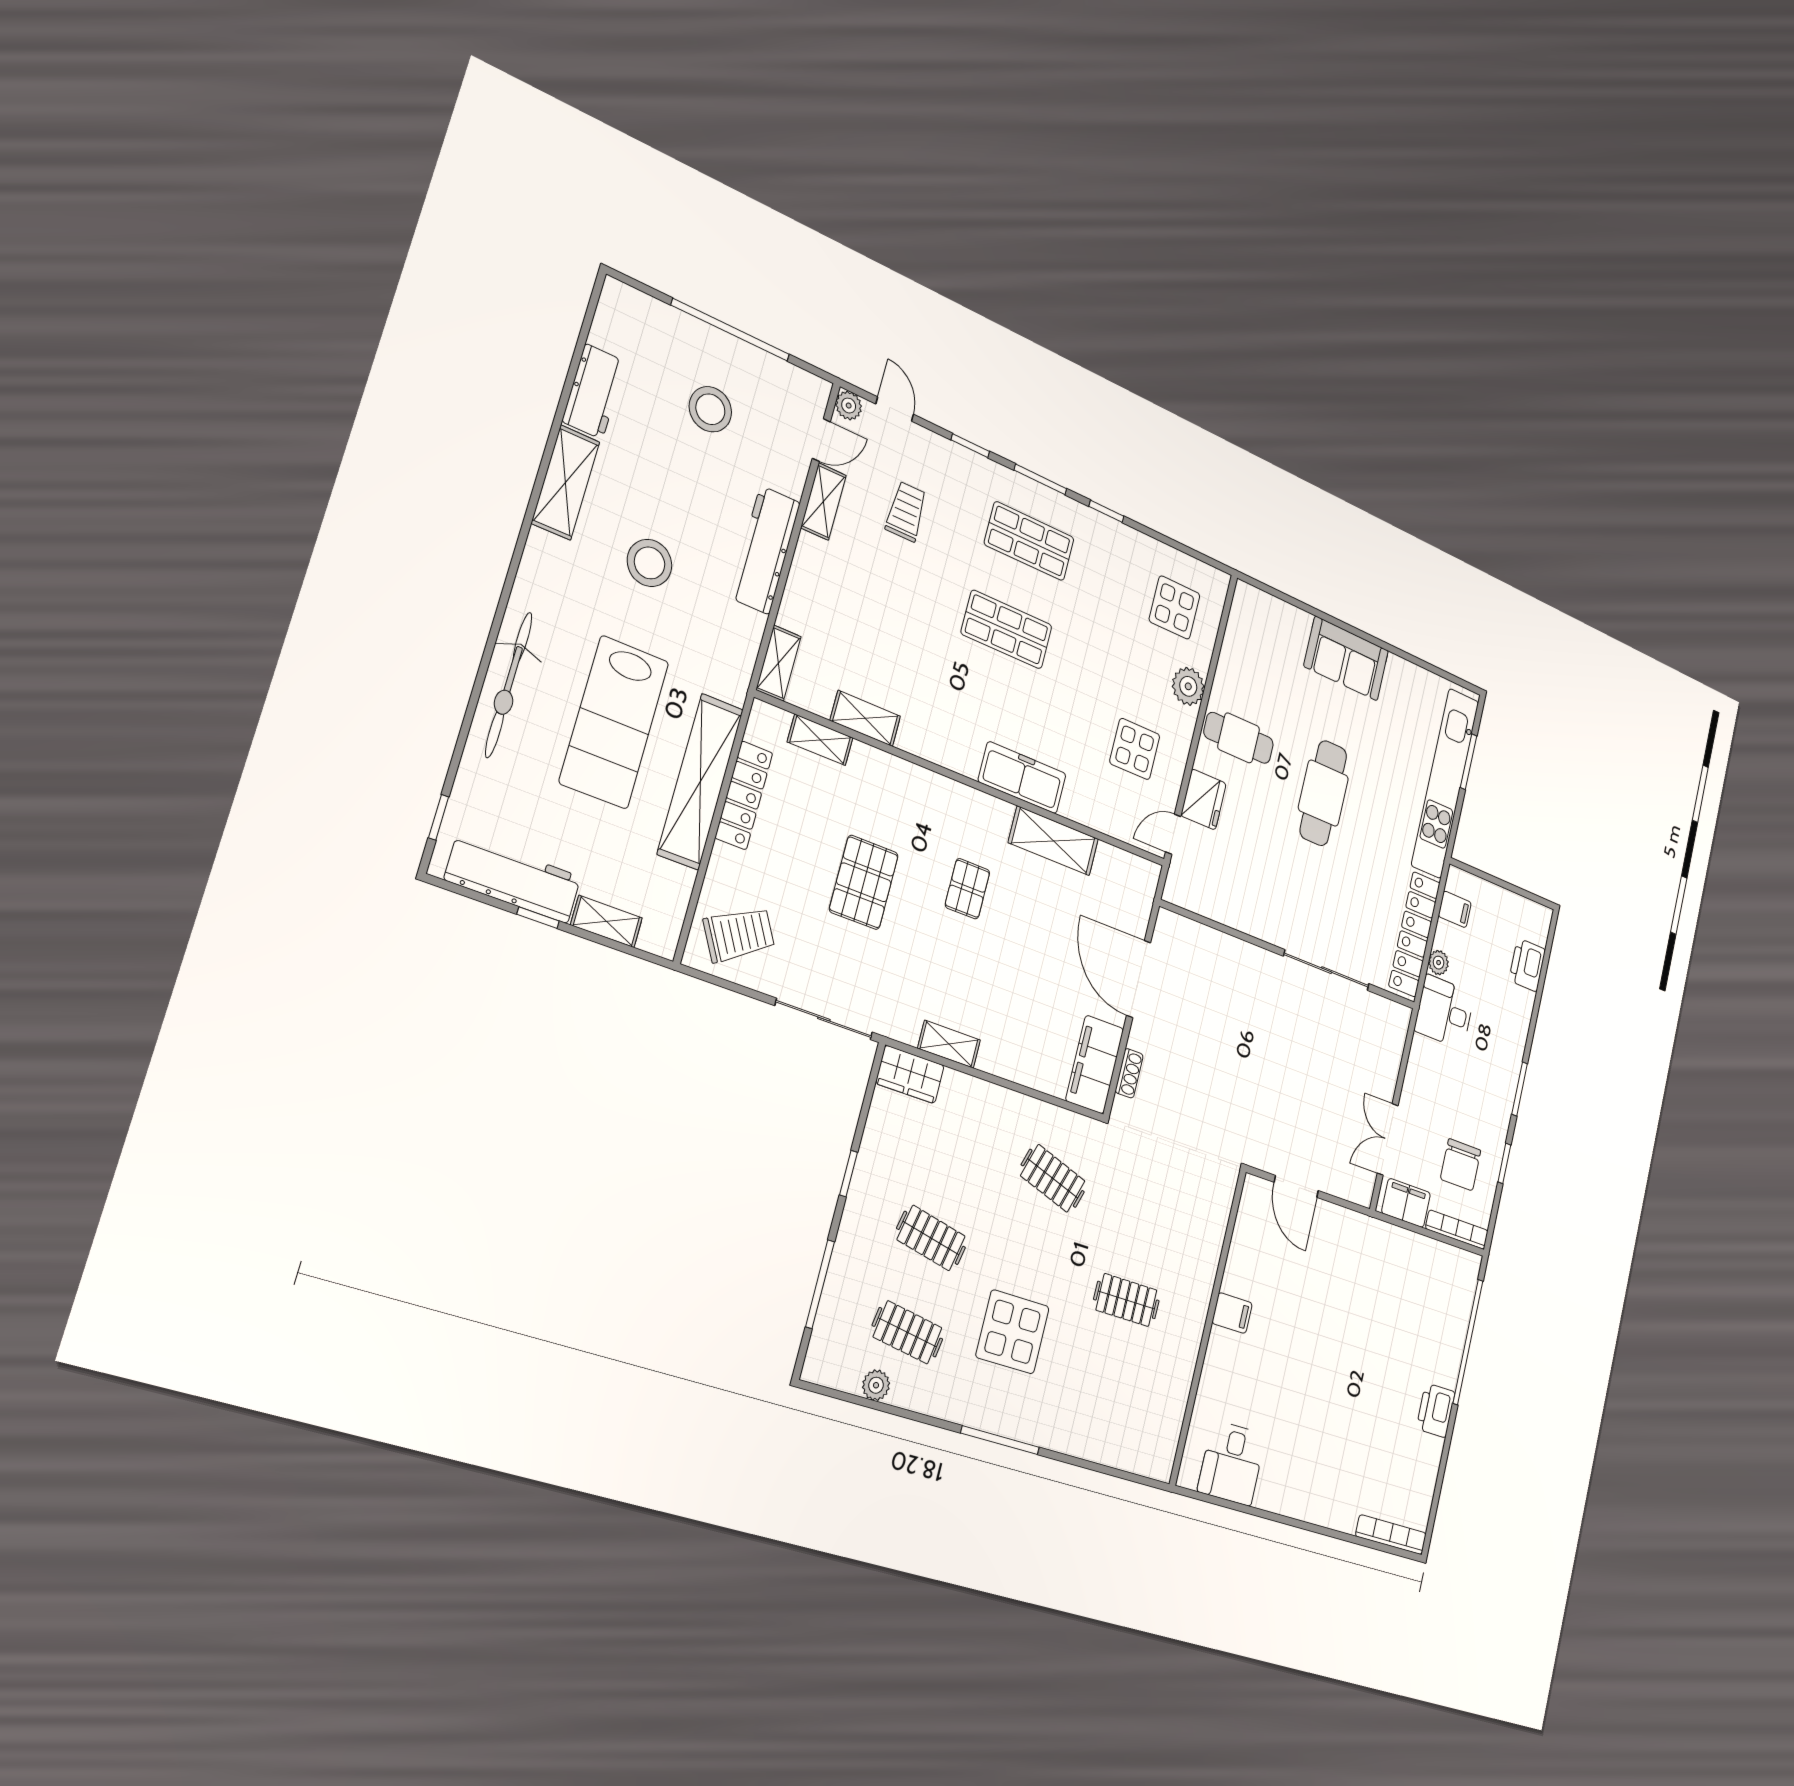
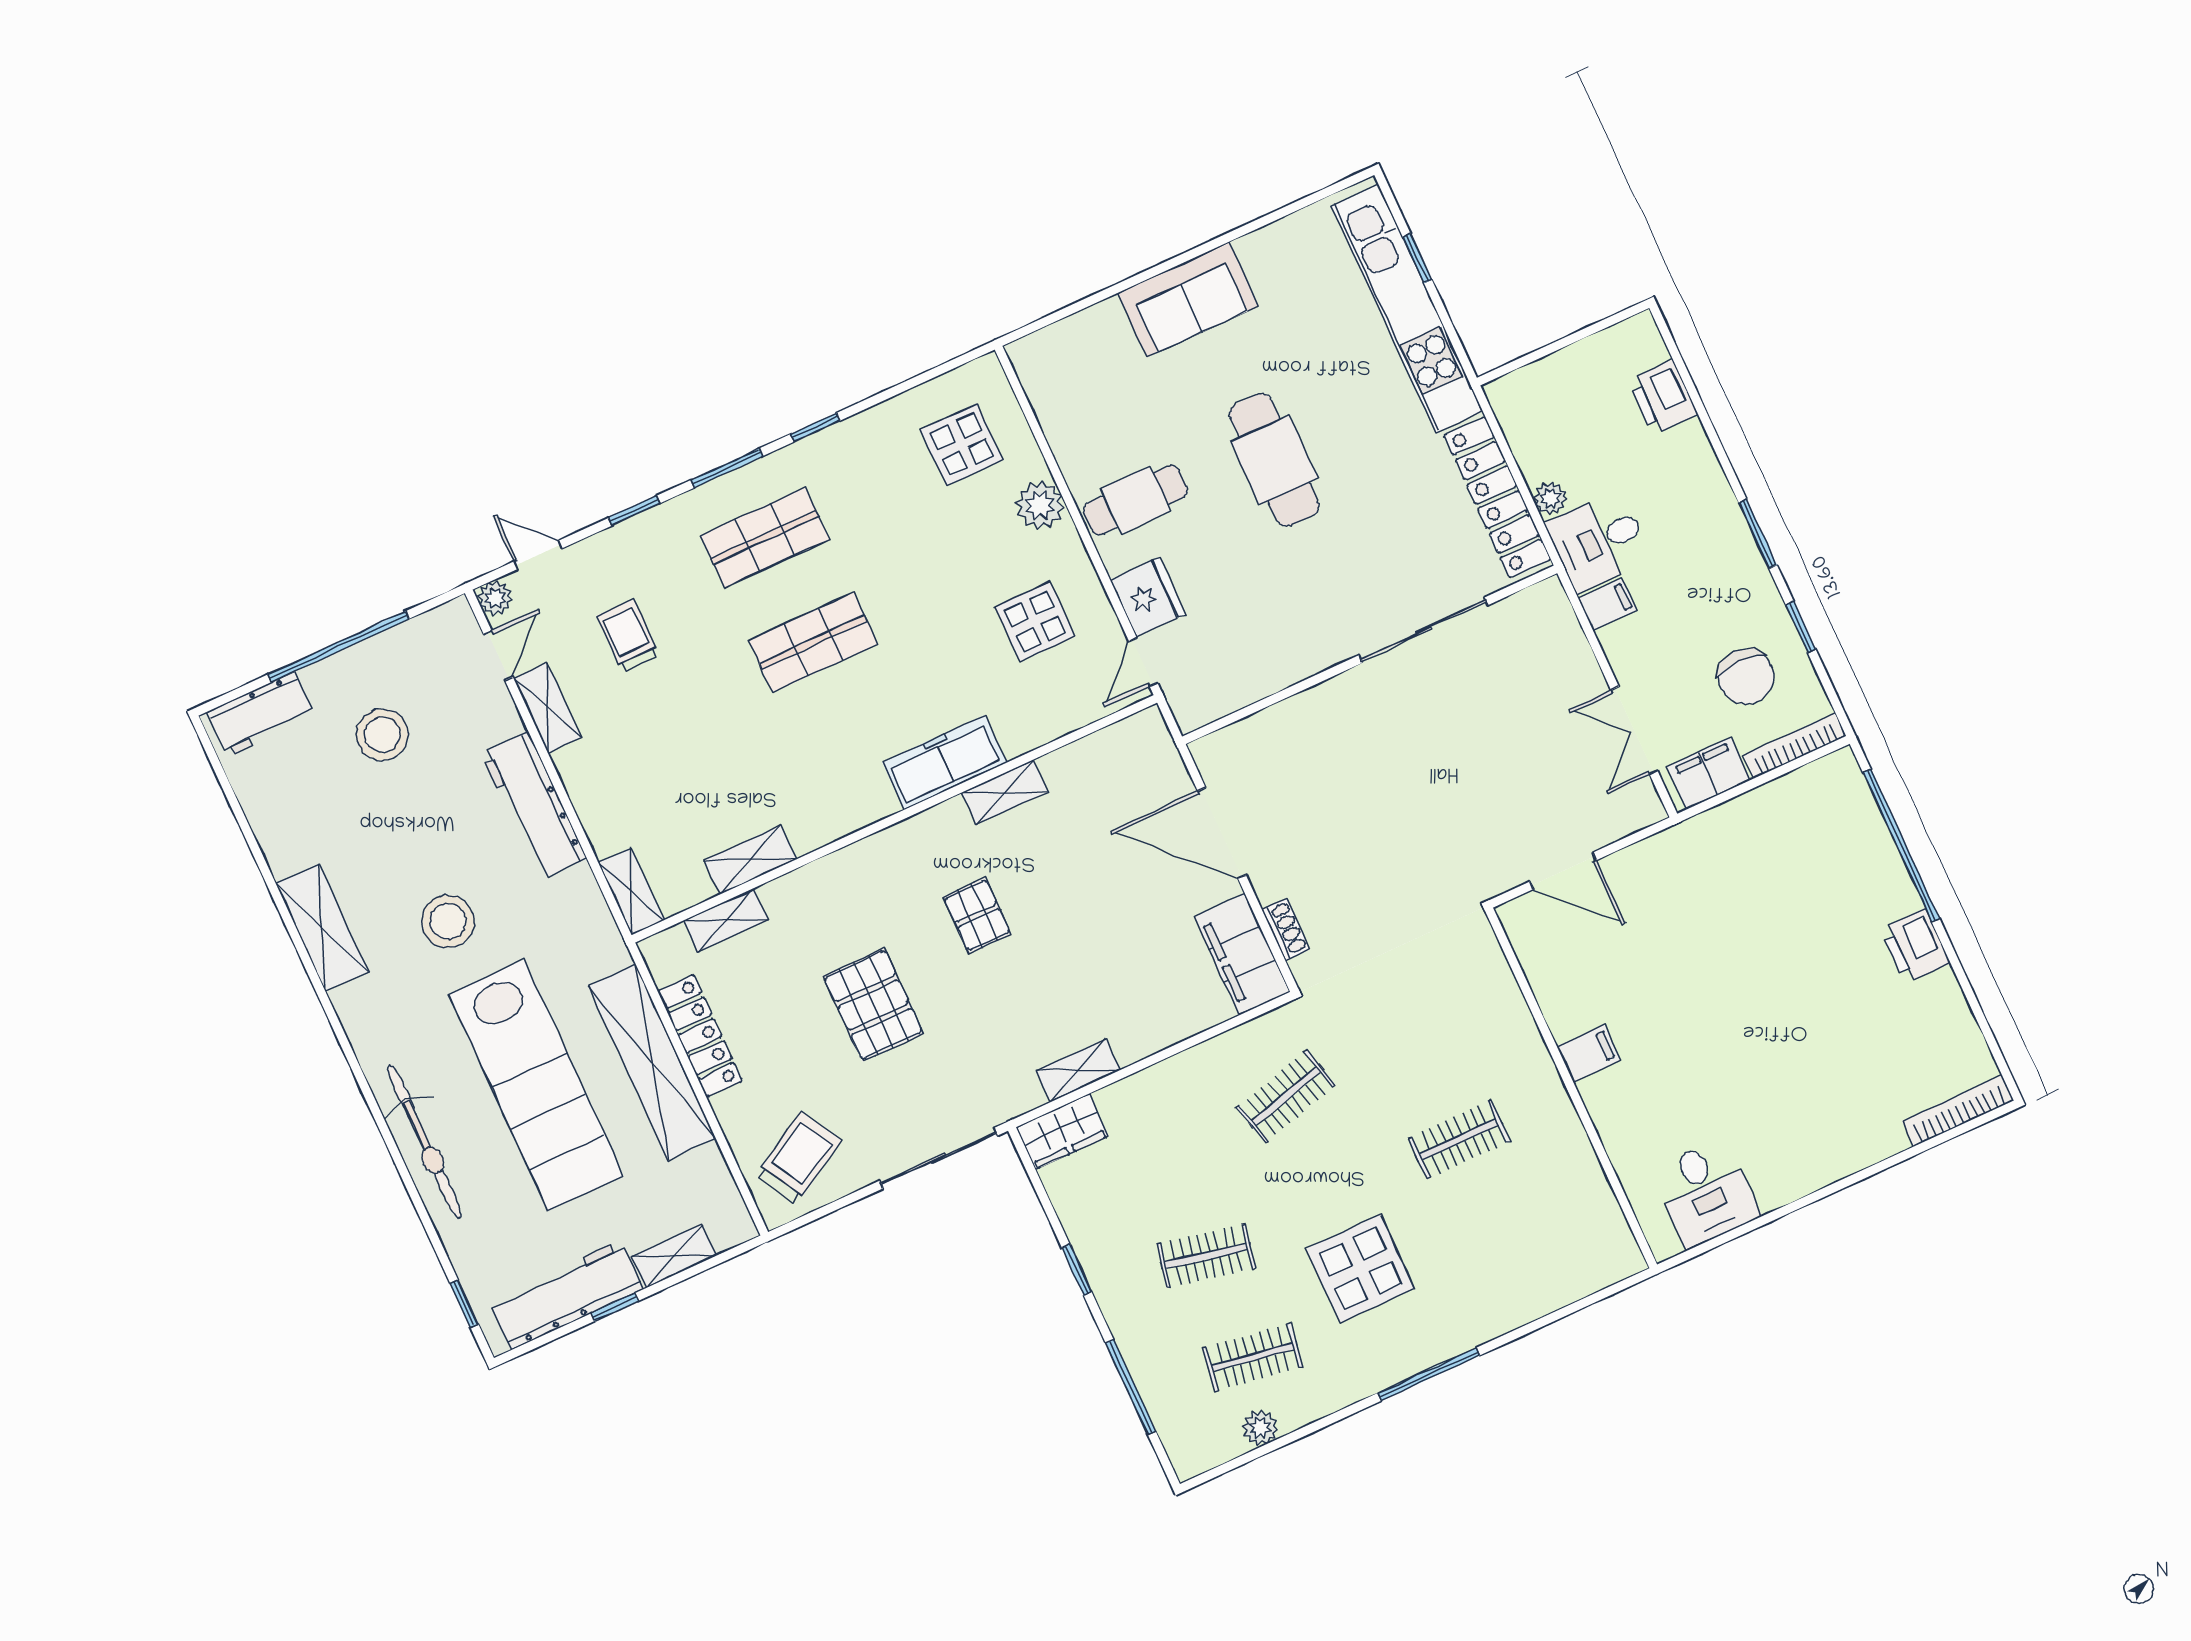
workbench: (594, 391) -> (261, 714), moved, turned 90
lab bench: (614, 722) -> (536, 1085), width x1.36
window: (1469, 762) -> (1417, 258), width x0.67
shelving: (1053, 841) -> (1005, 792), width x0.67, depth x0.75
filing cabinet: (1455, 909) -> (1608, 604), moved
clothes rail: (1053, 1178) -> (1286, 1096), turned -33

